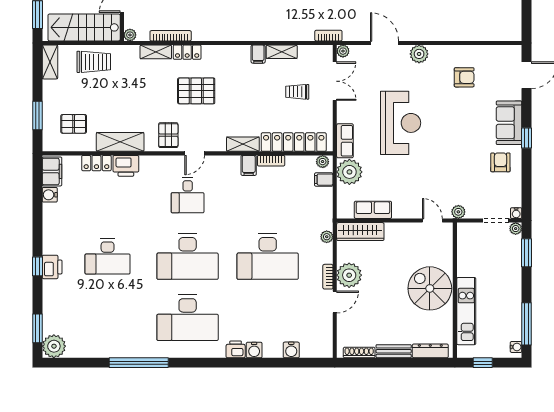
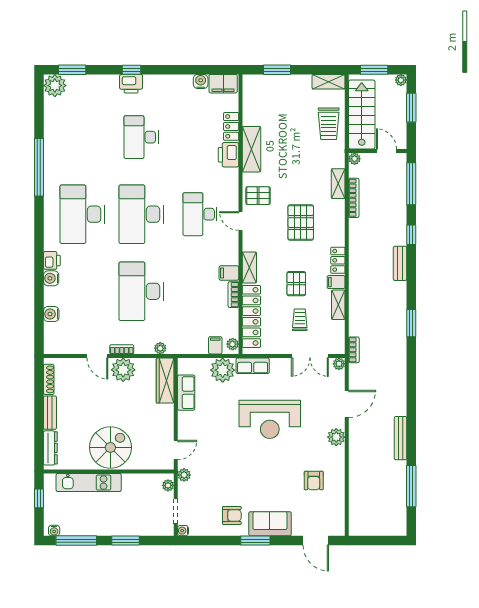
locker: (187, 52) -> (338, 260), moved
pallet: (74, 124) -> (296, 284), moved
window: (527, 138) -> (255, 541), width x1.50
desk: (188, 195) -> (200, 214), width x1.37
plant: (516, 229) -> (168, 485), moved
window: (527, 253) -> (125, 541), moved

